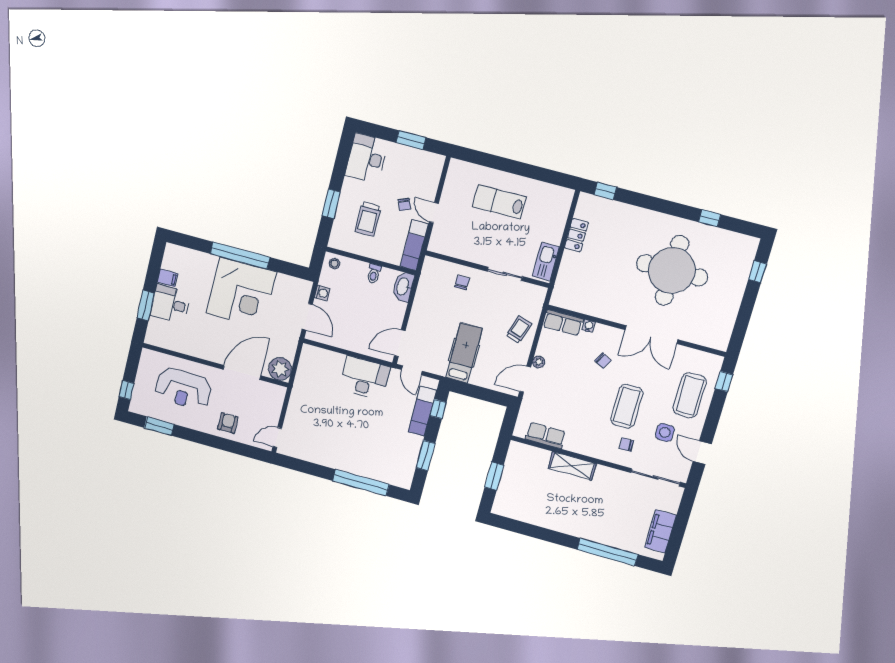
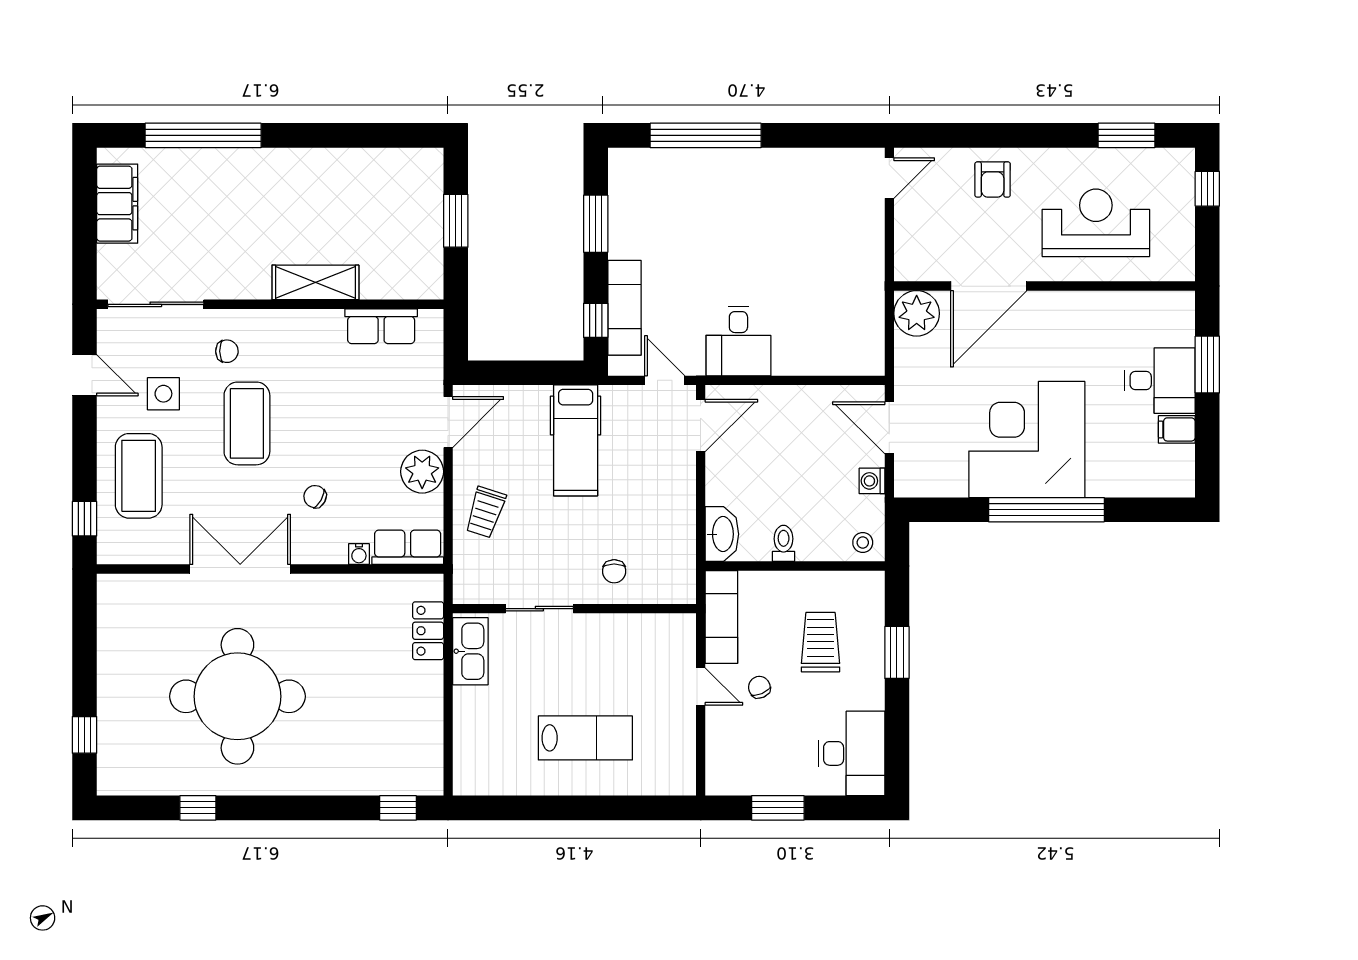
locker: (576, 235) -> (428, 631), moved
plant: (539, 362) -> (422, 472), width x1.88, depth x1.88
desk: (365, 378) -> (738, 341), width x0.73

